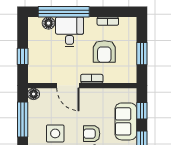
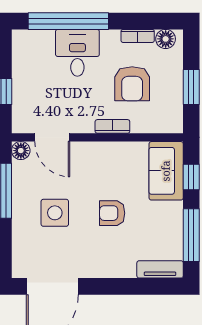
floor lamp: (49, 23) -> (166, 39), moved
door: (68, 86) -> (52, 137), moved
sofa: (126, 121) -> (166, 171), moved

